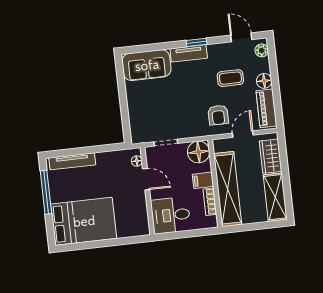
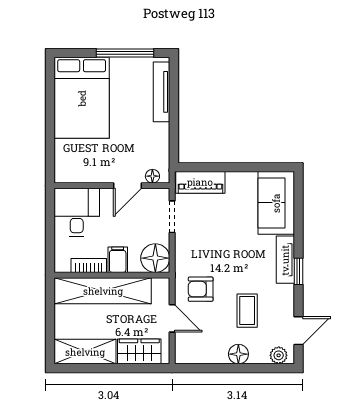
piano: (266, 108) -> (200, 182), moved, turned 180

